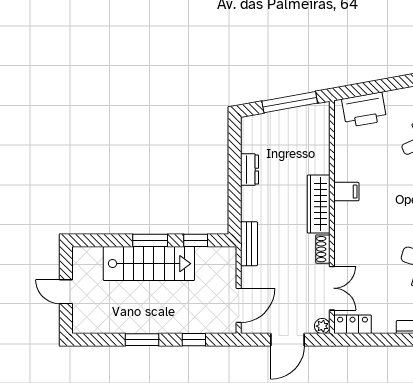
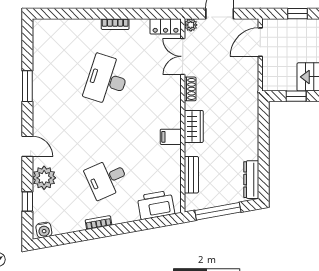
dresser: (250, 170) -> (251, 180), moved, width x1.44
wardrobe: (319, 204) -> (194, 126), width x0.67
bench: (249, 244) -> (191, 175), moved

